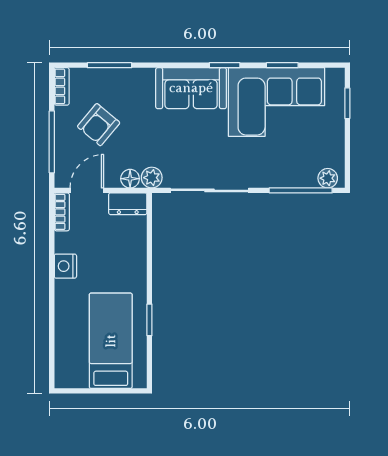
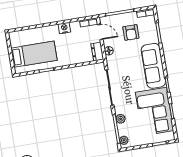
sofa: (191, 88) -> (153, 66), width x1.36
armchair: (99, 125) -> (131, 32), turned -130
plant: (152, 178) -> (121, 119), moved

